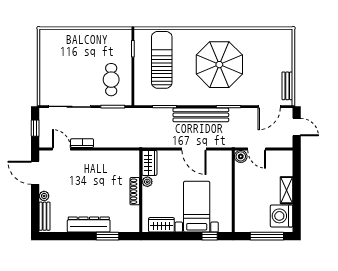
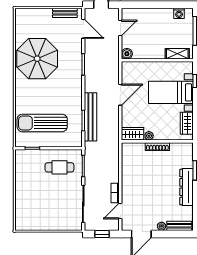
parasol: (219, 65) -> (37, 59), moved
bench: (201, 115) -> (90, 117), moved
door: (257, 149) -> (120, 28), moved
shelving: (287, 190) -> (177, 54), moved
washing machine: (282, 216) -> (179, 13), width x0.53, depth x0.53

